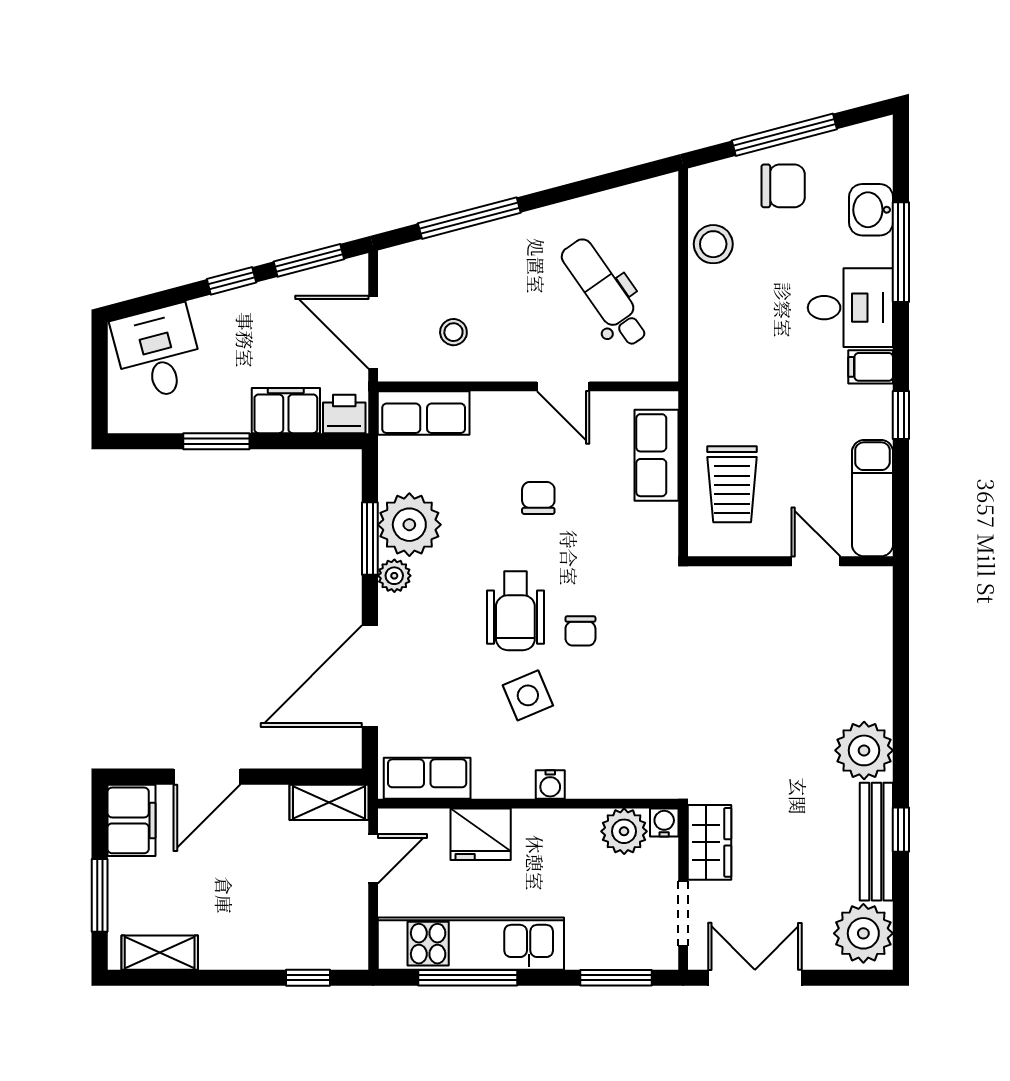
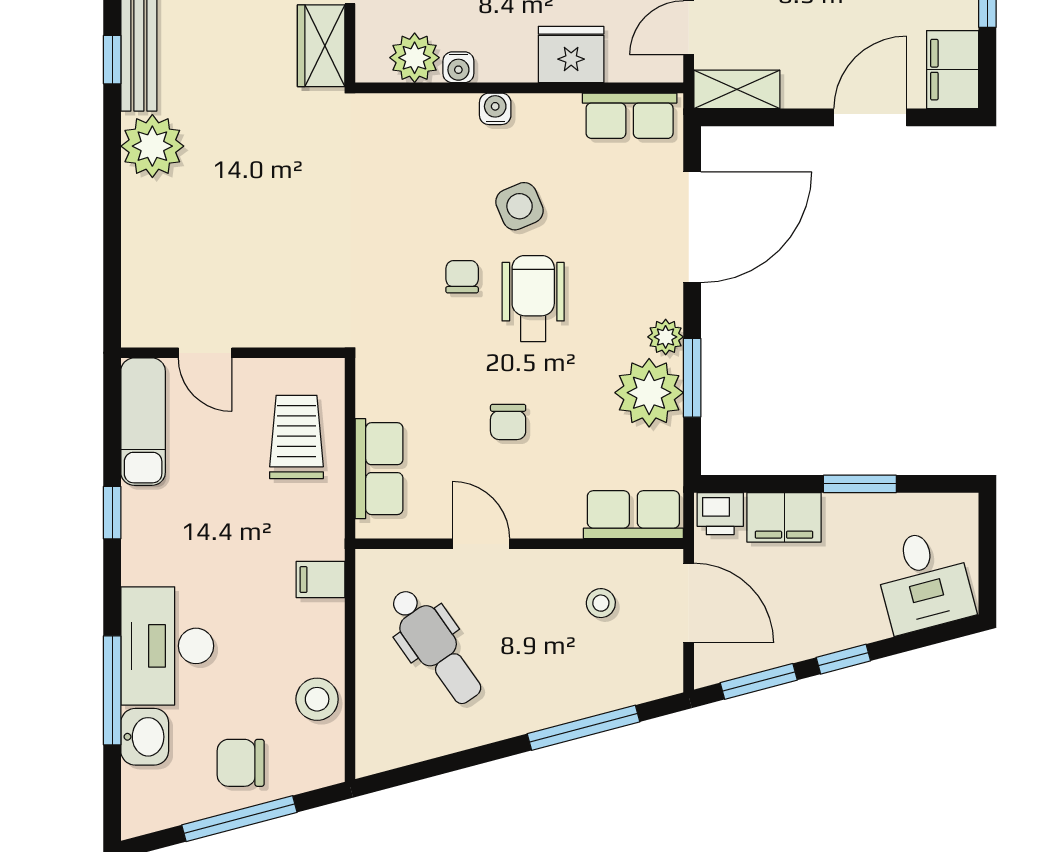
desk: (850, 308) -> (167, 646), width x1.37
filing cabinet: (871, 367) -> (321, 580), moved, turned 180
water cooler: (664, 823) -> (458, 67), moved

